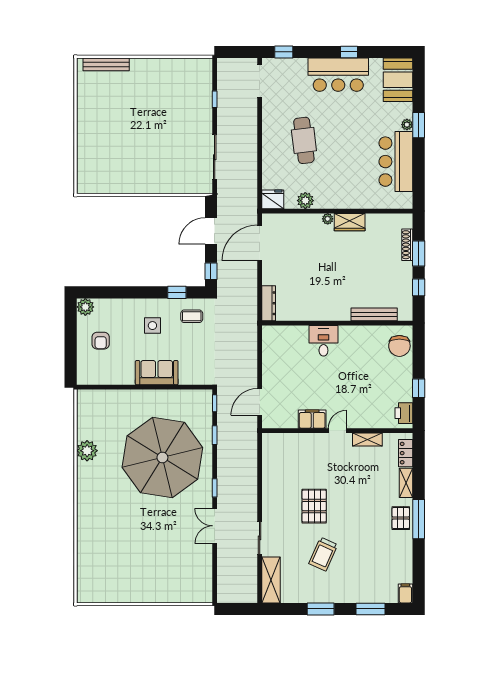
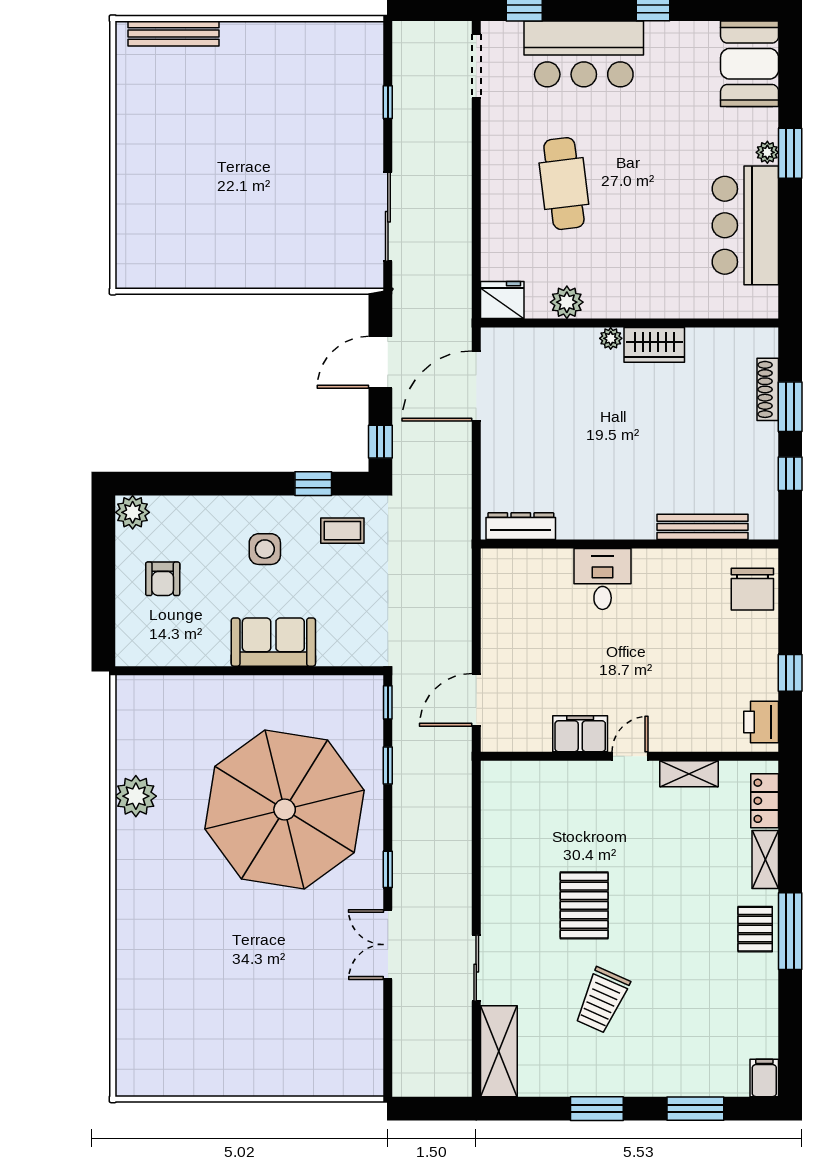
bar counter: (338, 75) -> (584, 54), moved
dresser: (269, 303) -> (521, 526), moved, turned -90

